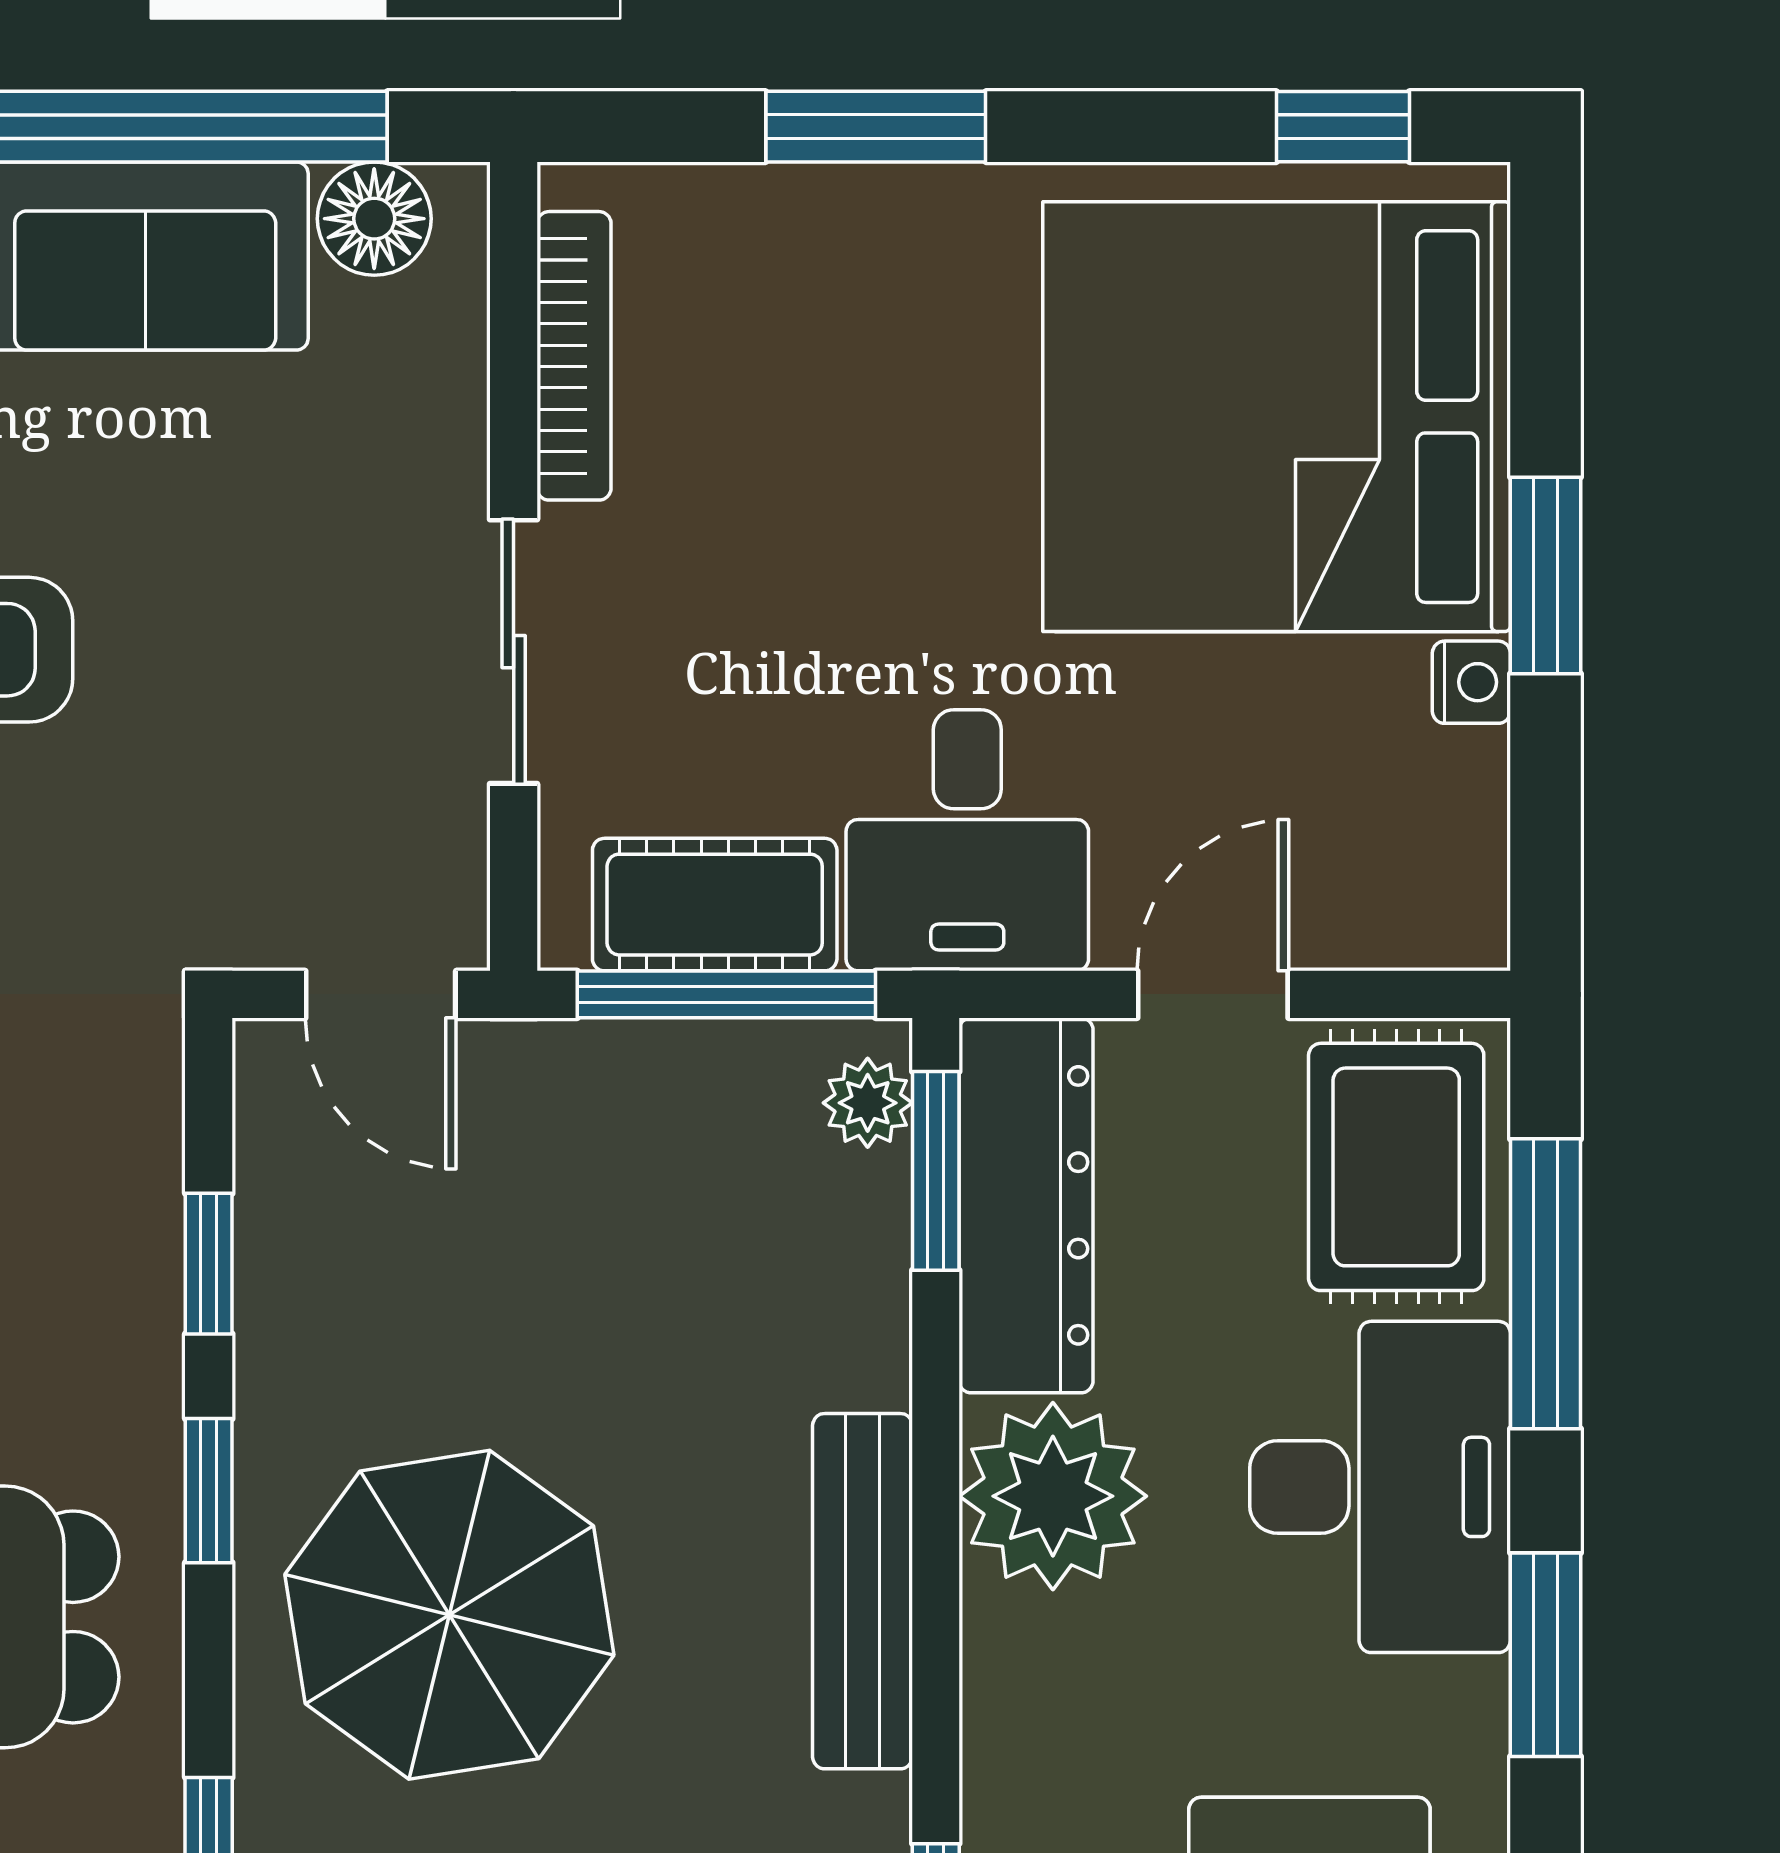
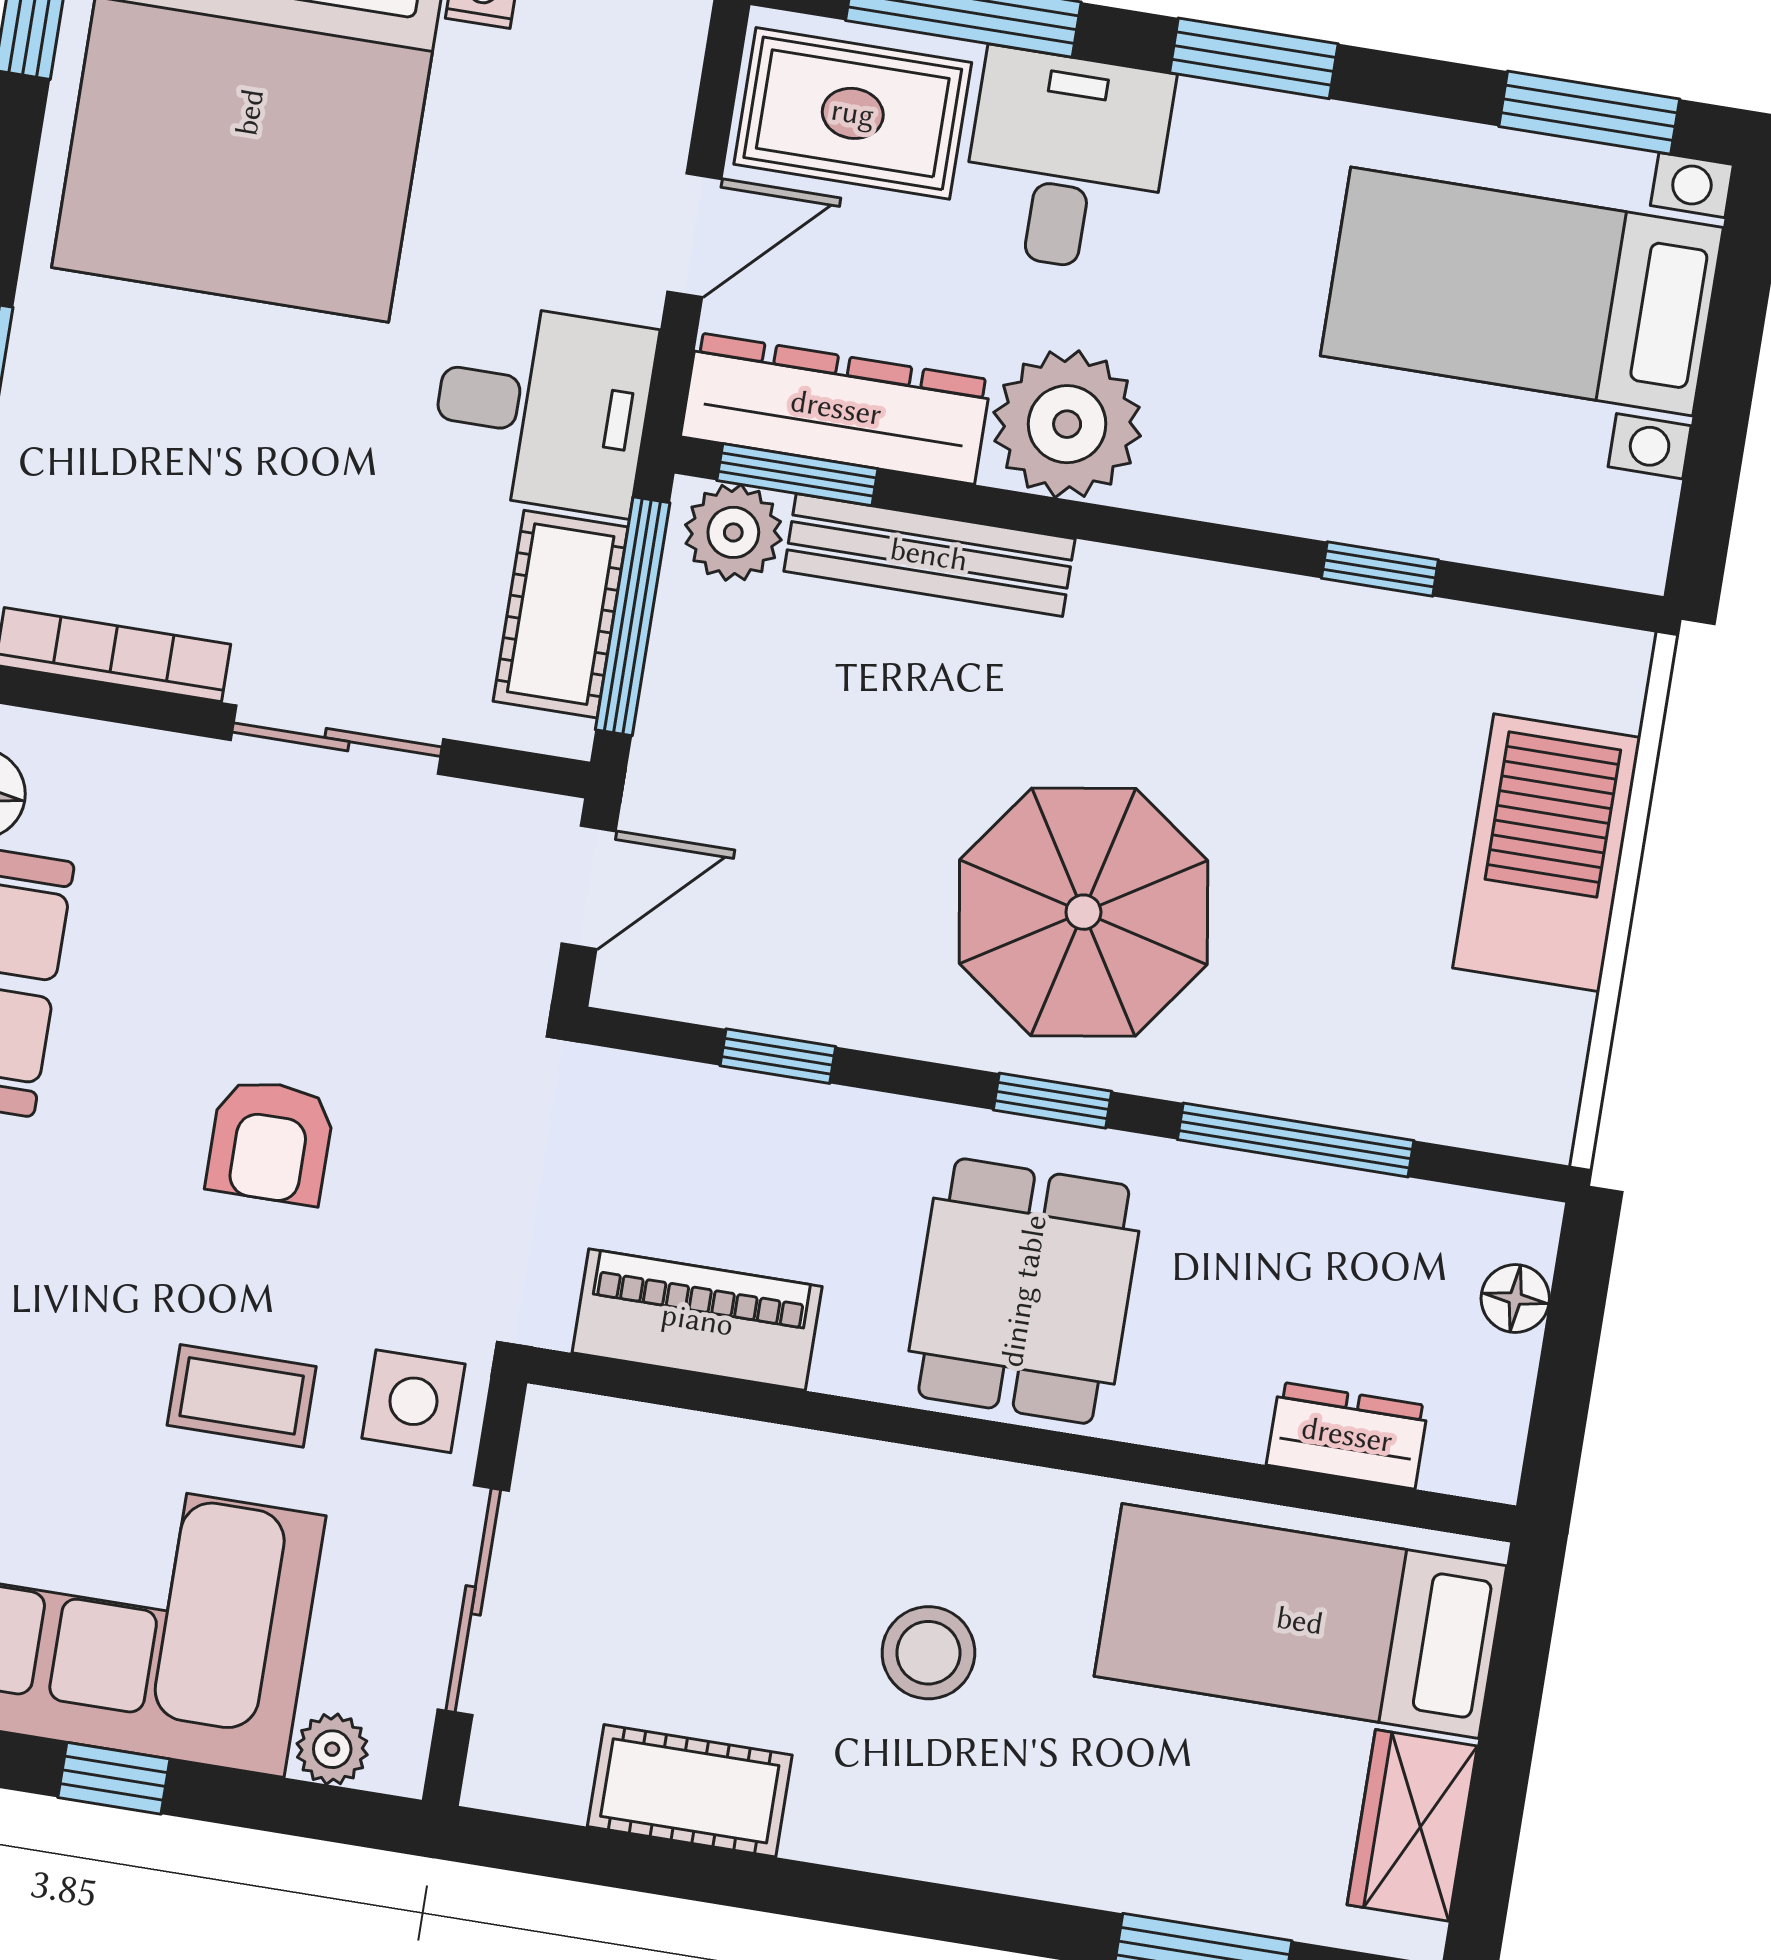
door: (1213, 994) -> (694, 235), swing flipped
plant: (868, 1103) -> (733, 532), width x1.38, depth x1.38
desk: (1380, 1487) -> (1066, 161), width x0.73
window: (209, 1491) -> (1052, 1101), moved
bench: (862, 1591) -> (929, 555), moved

